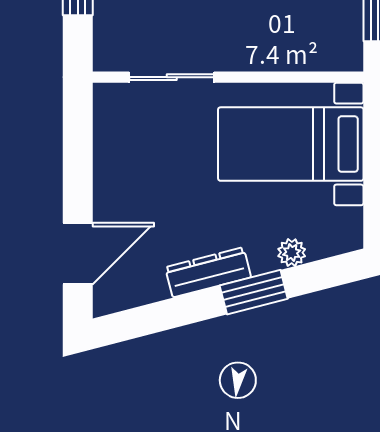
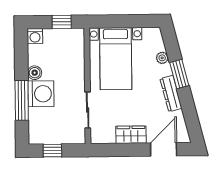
wardrobe: (113, 178) -> (131, 135), added
door: (78, 254) -> (164, 149), hinge flipped

